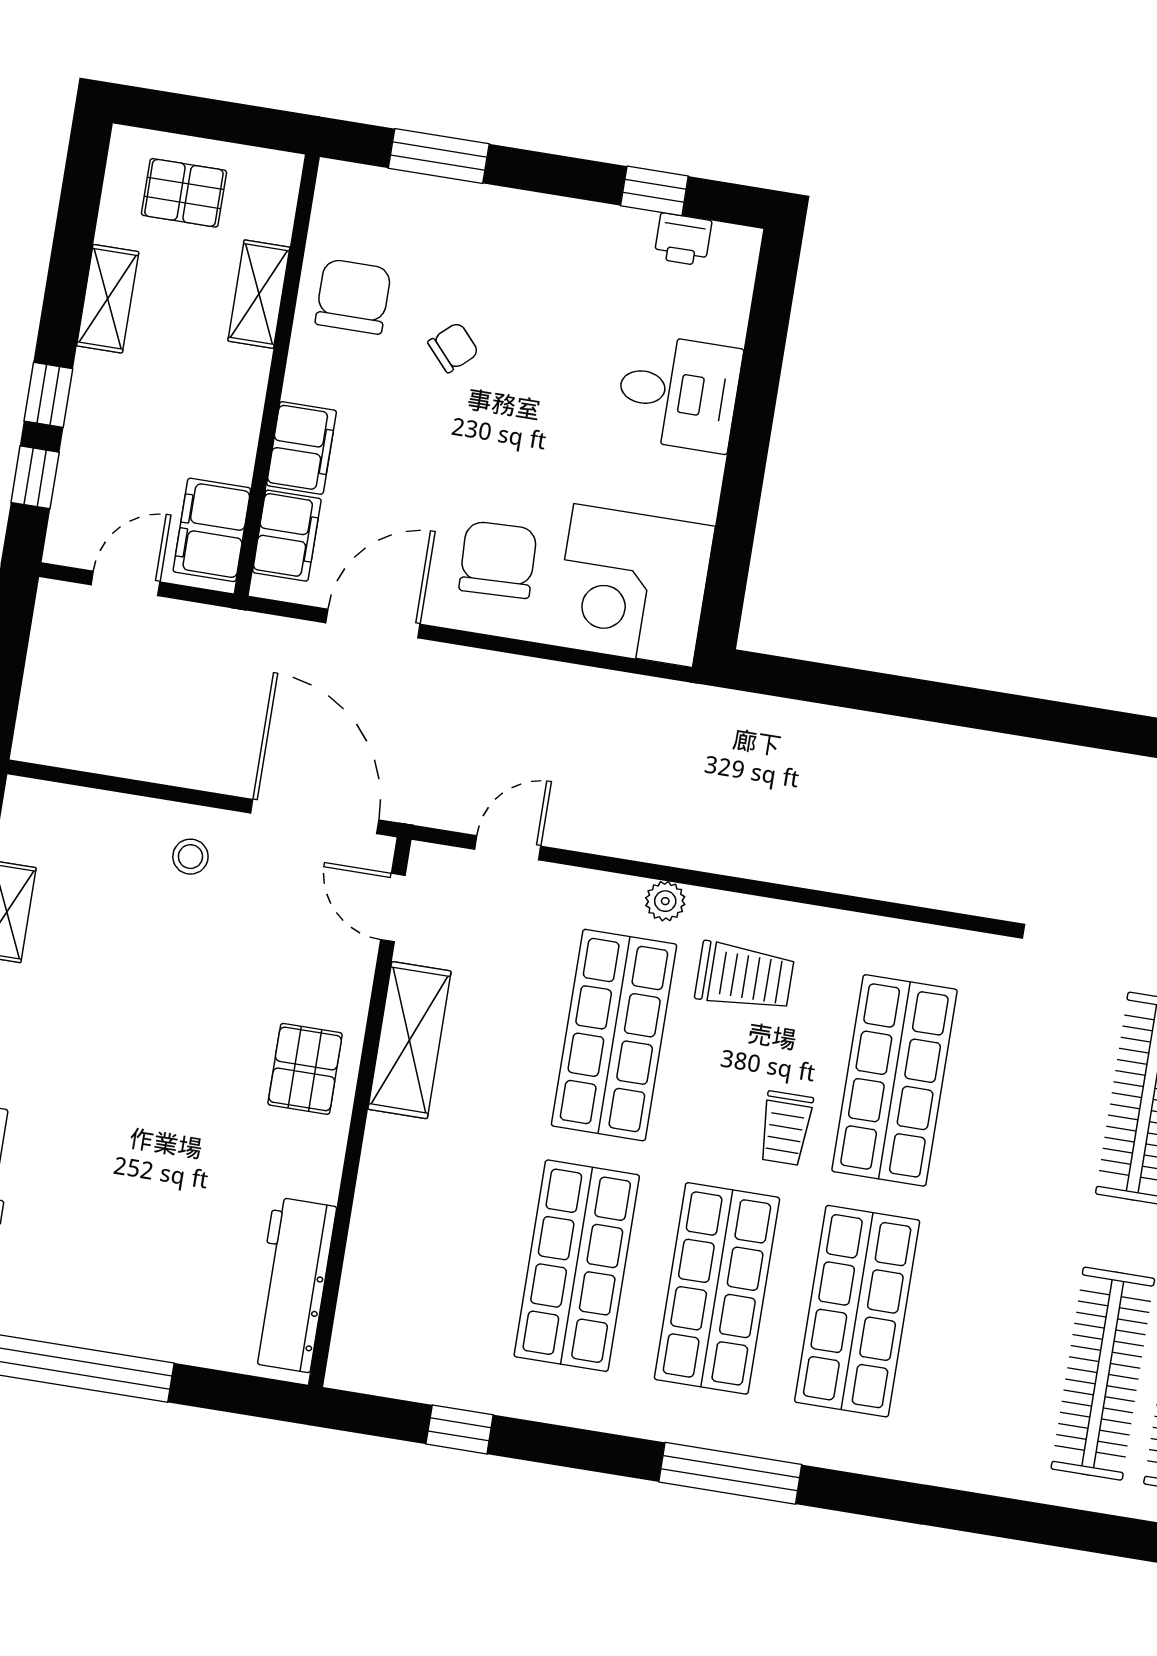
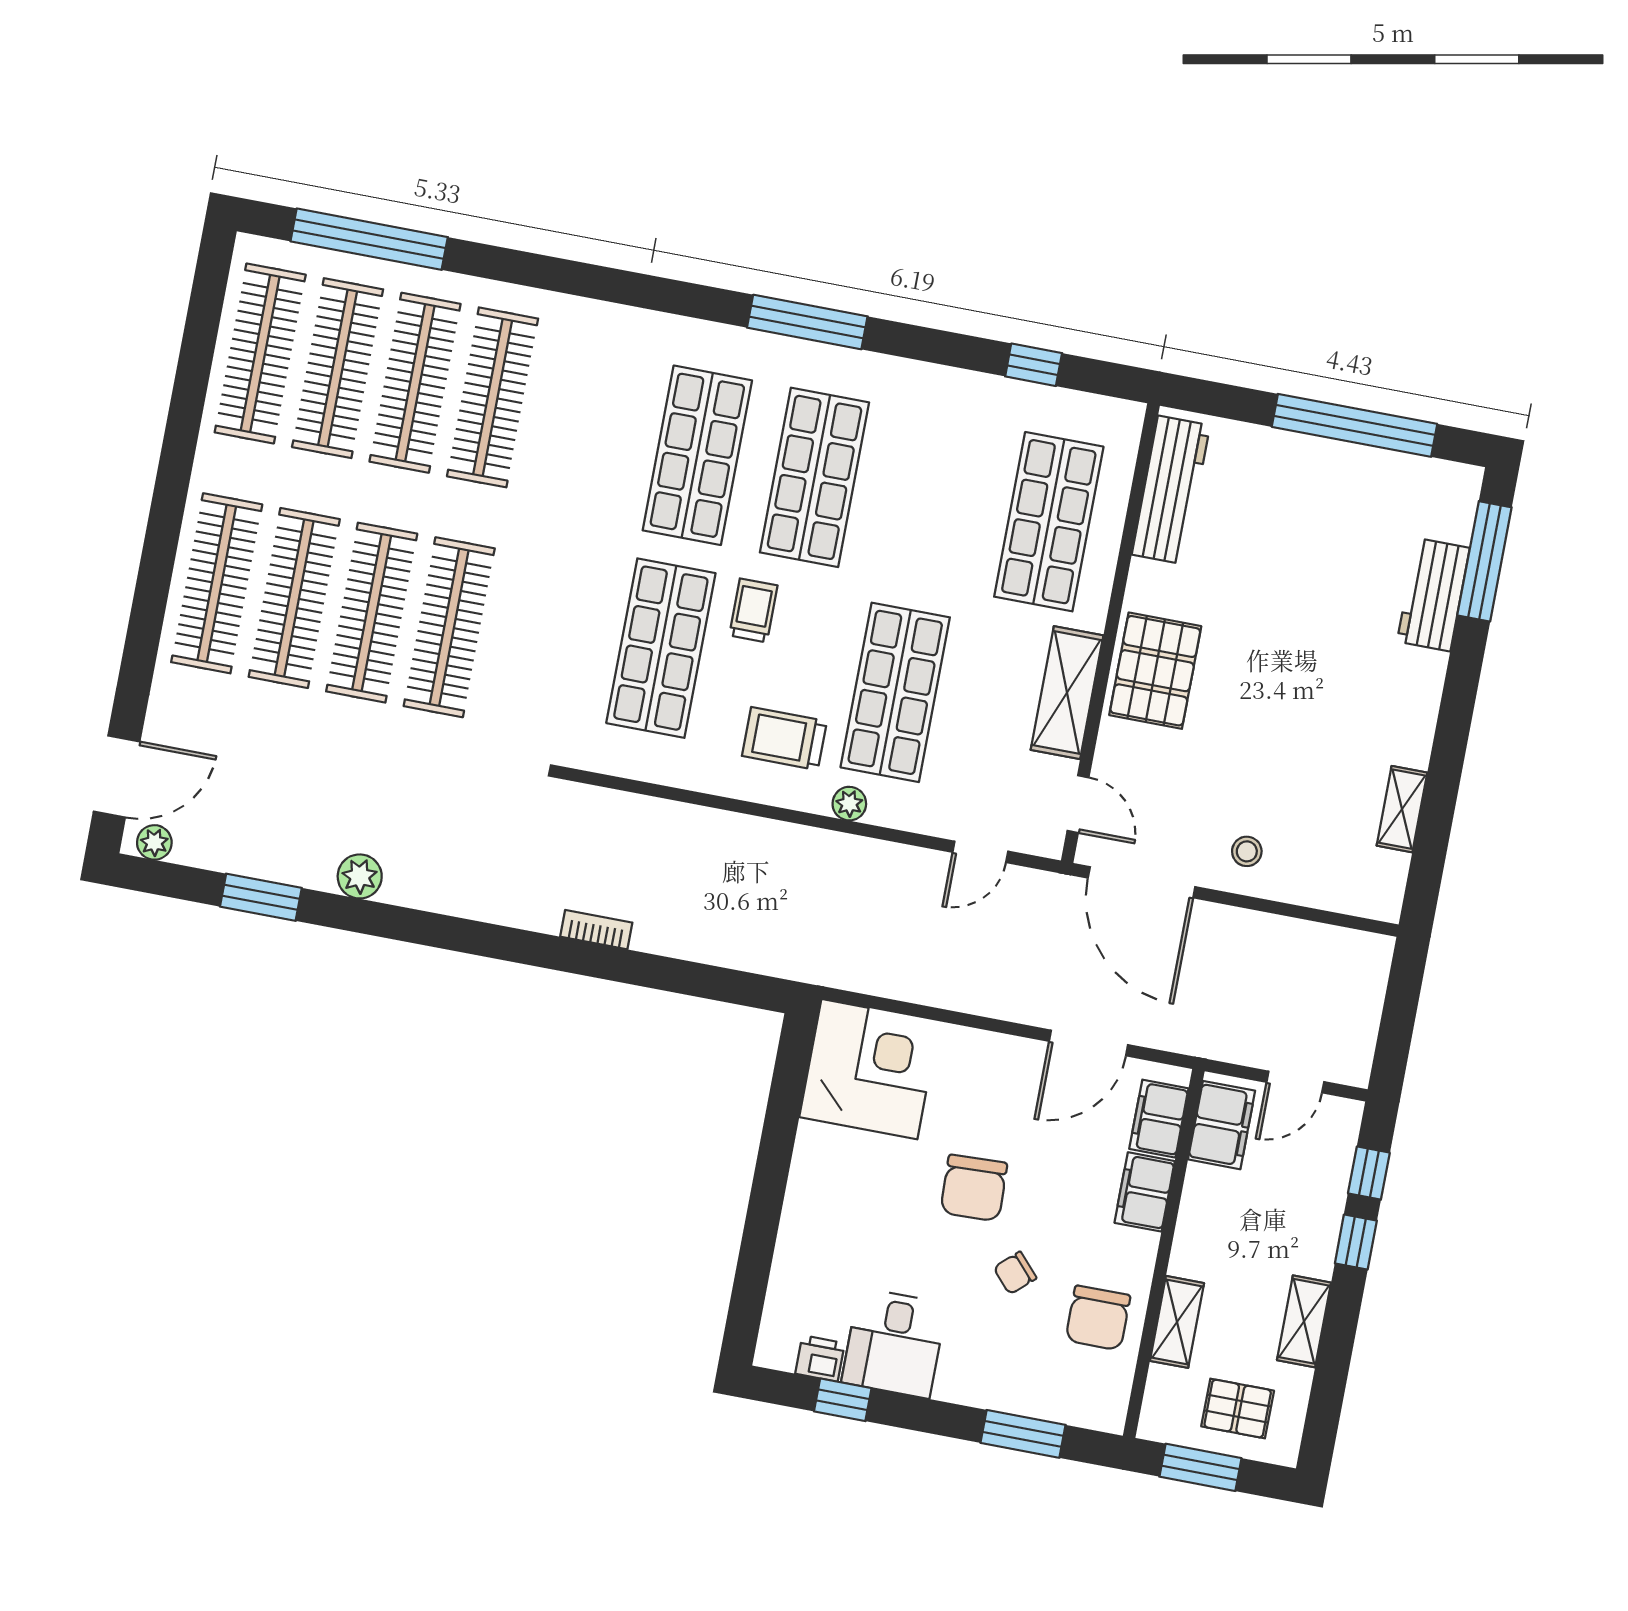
window: (226, 122) -> (1200, 1467), added
desk: (678, 393) -> (894, 1343), moved, turned -90
chair: (498, 560) -> (974, 1188), moved
bookcase: (963, 743) -> (596, 930), added
pallet: (305, 1069) -> (1155, 671), width x1.50, depth x1.42
shop shelf: (577, 1266) -> (1049, 522), moved

